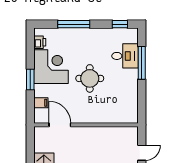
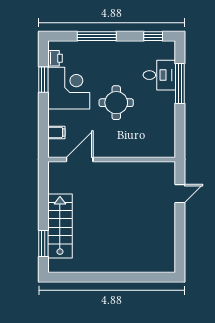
window: (30, 79) -> (43, 80), moved
door: (60, 125) -> (80, 160), hinge flipped

